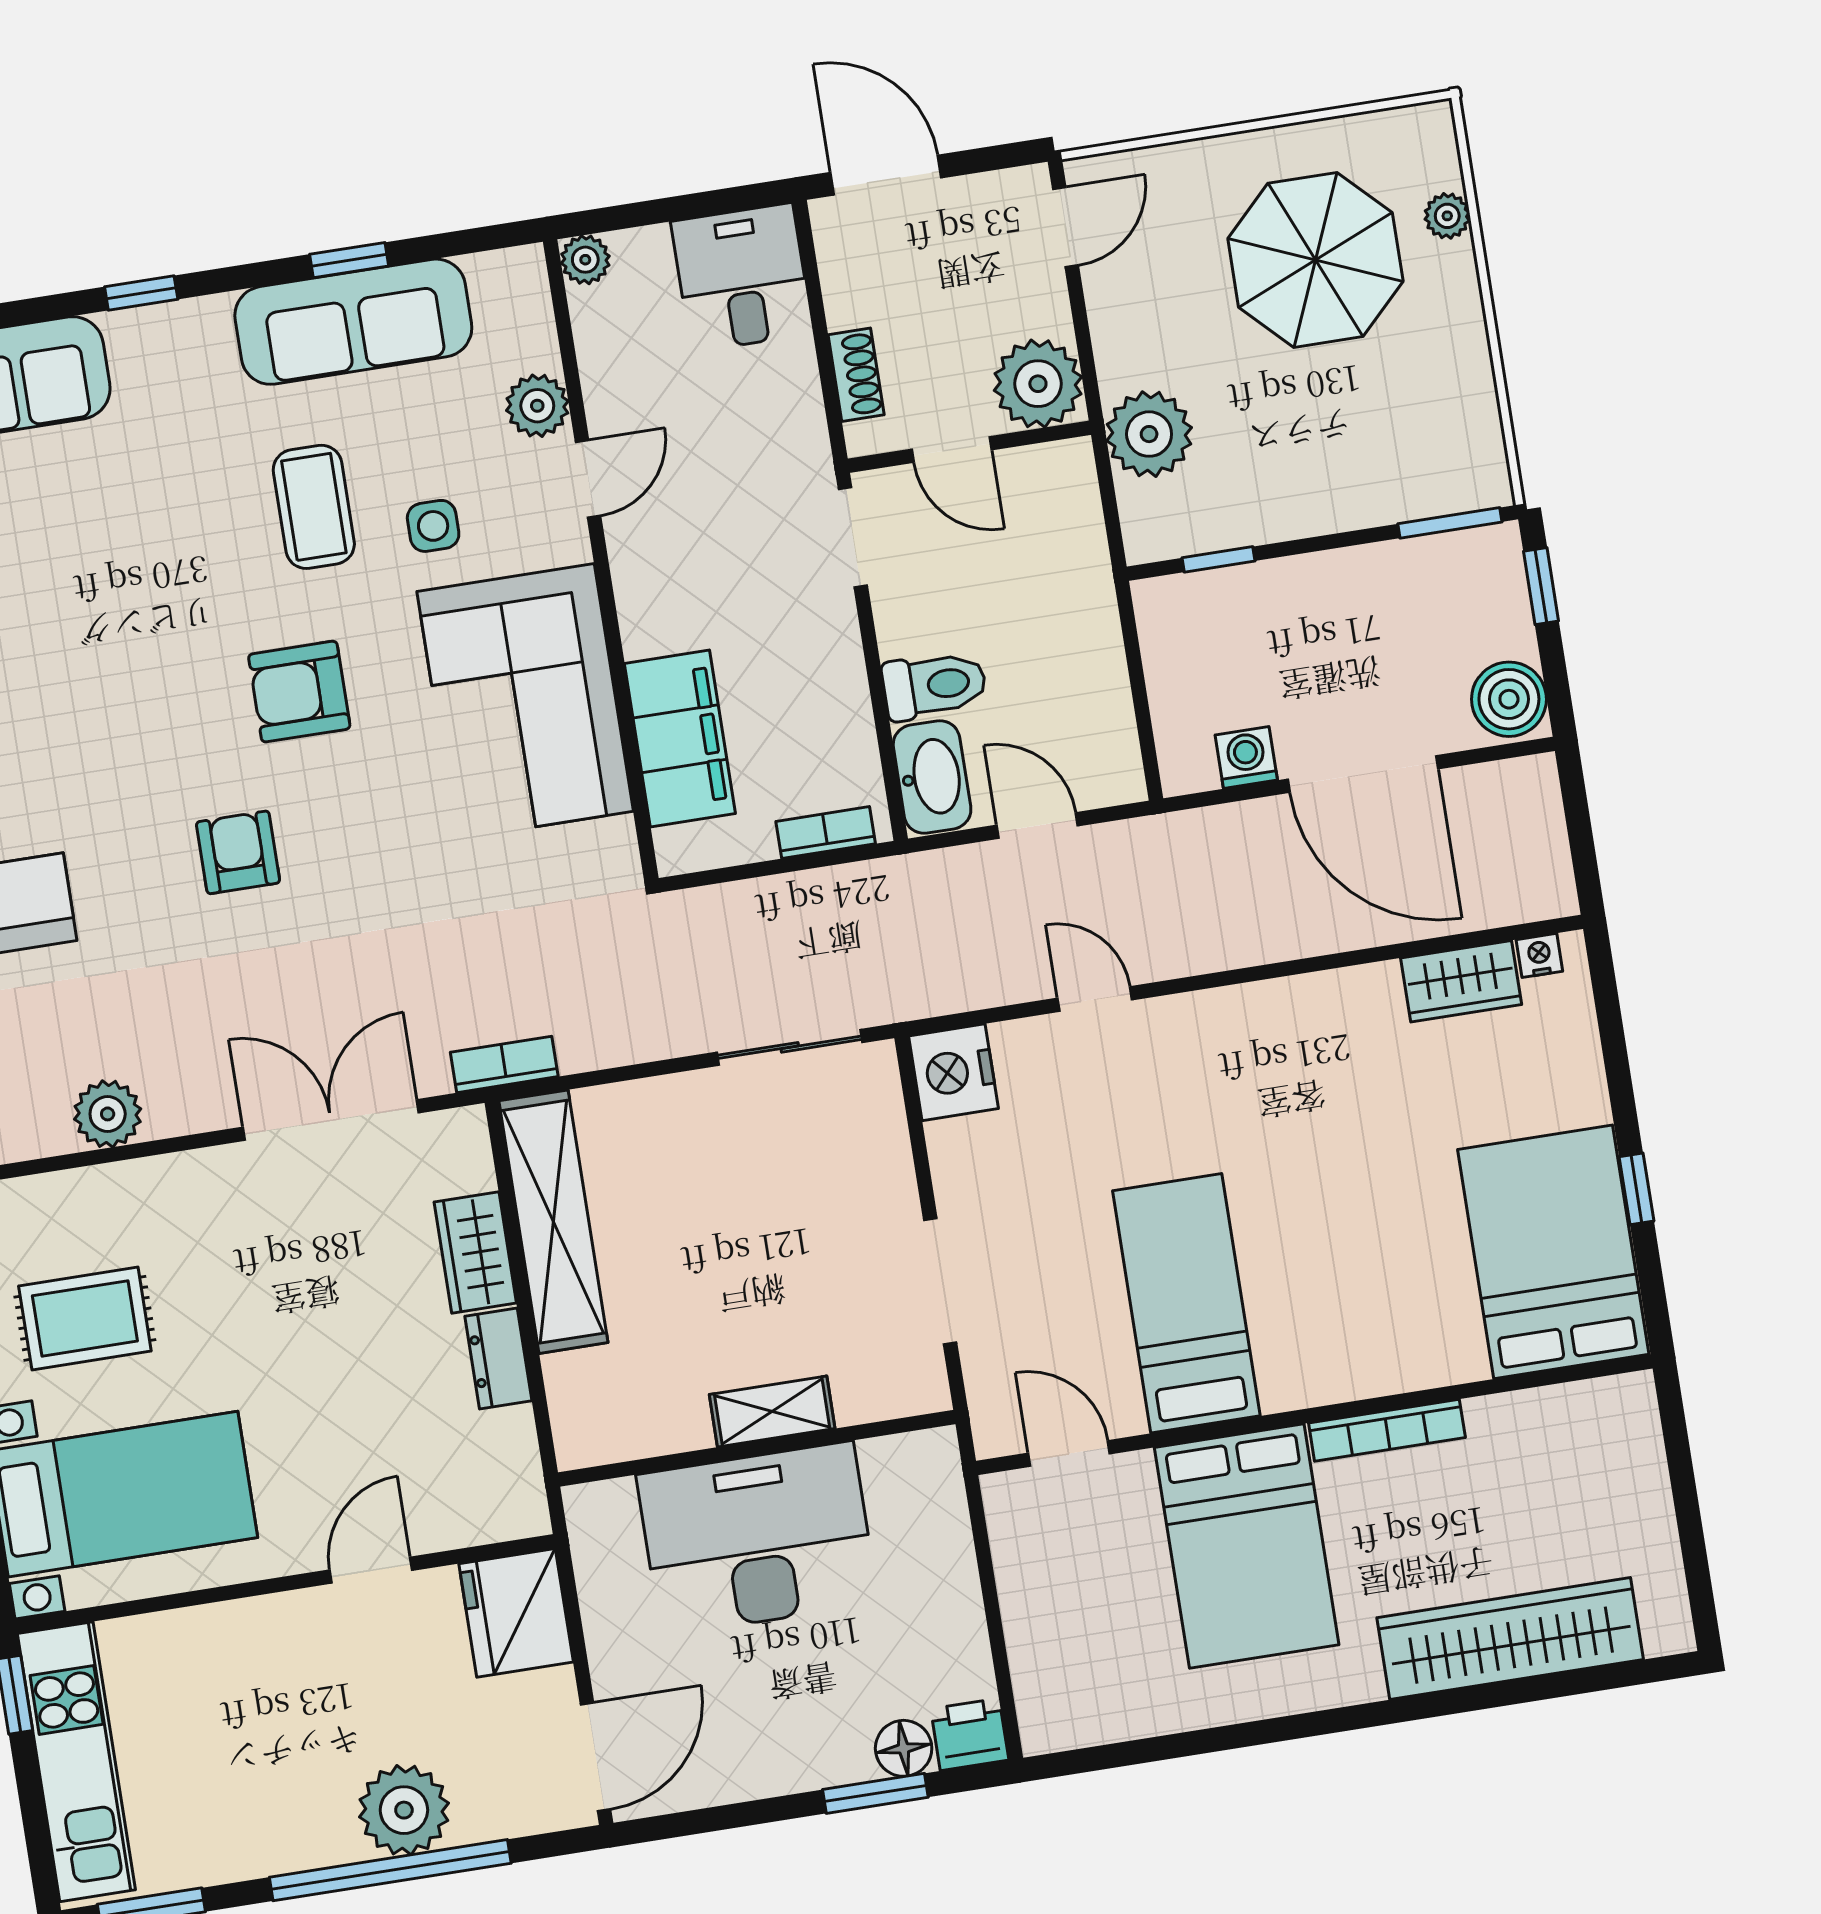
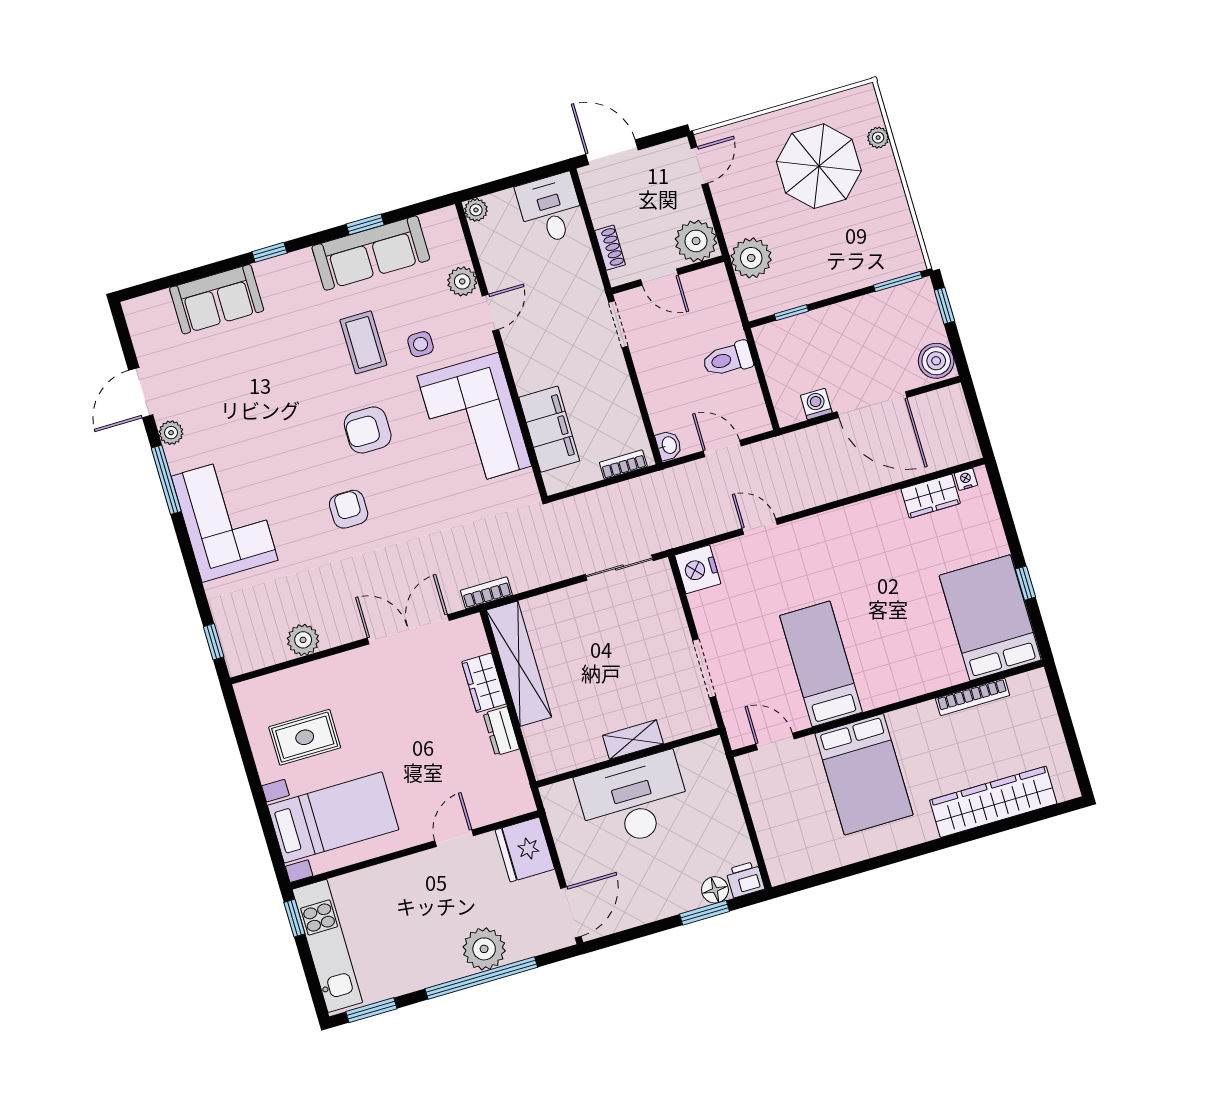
toilet: (934, 685) -> (728, 359), moved, turned 180
washbasin: (932, 777) -> (669, 445), width x0.52, depth x0.69
bookcase: (1387, 1430) -> (973, 697), moved

